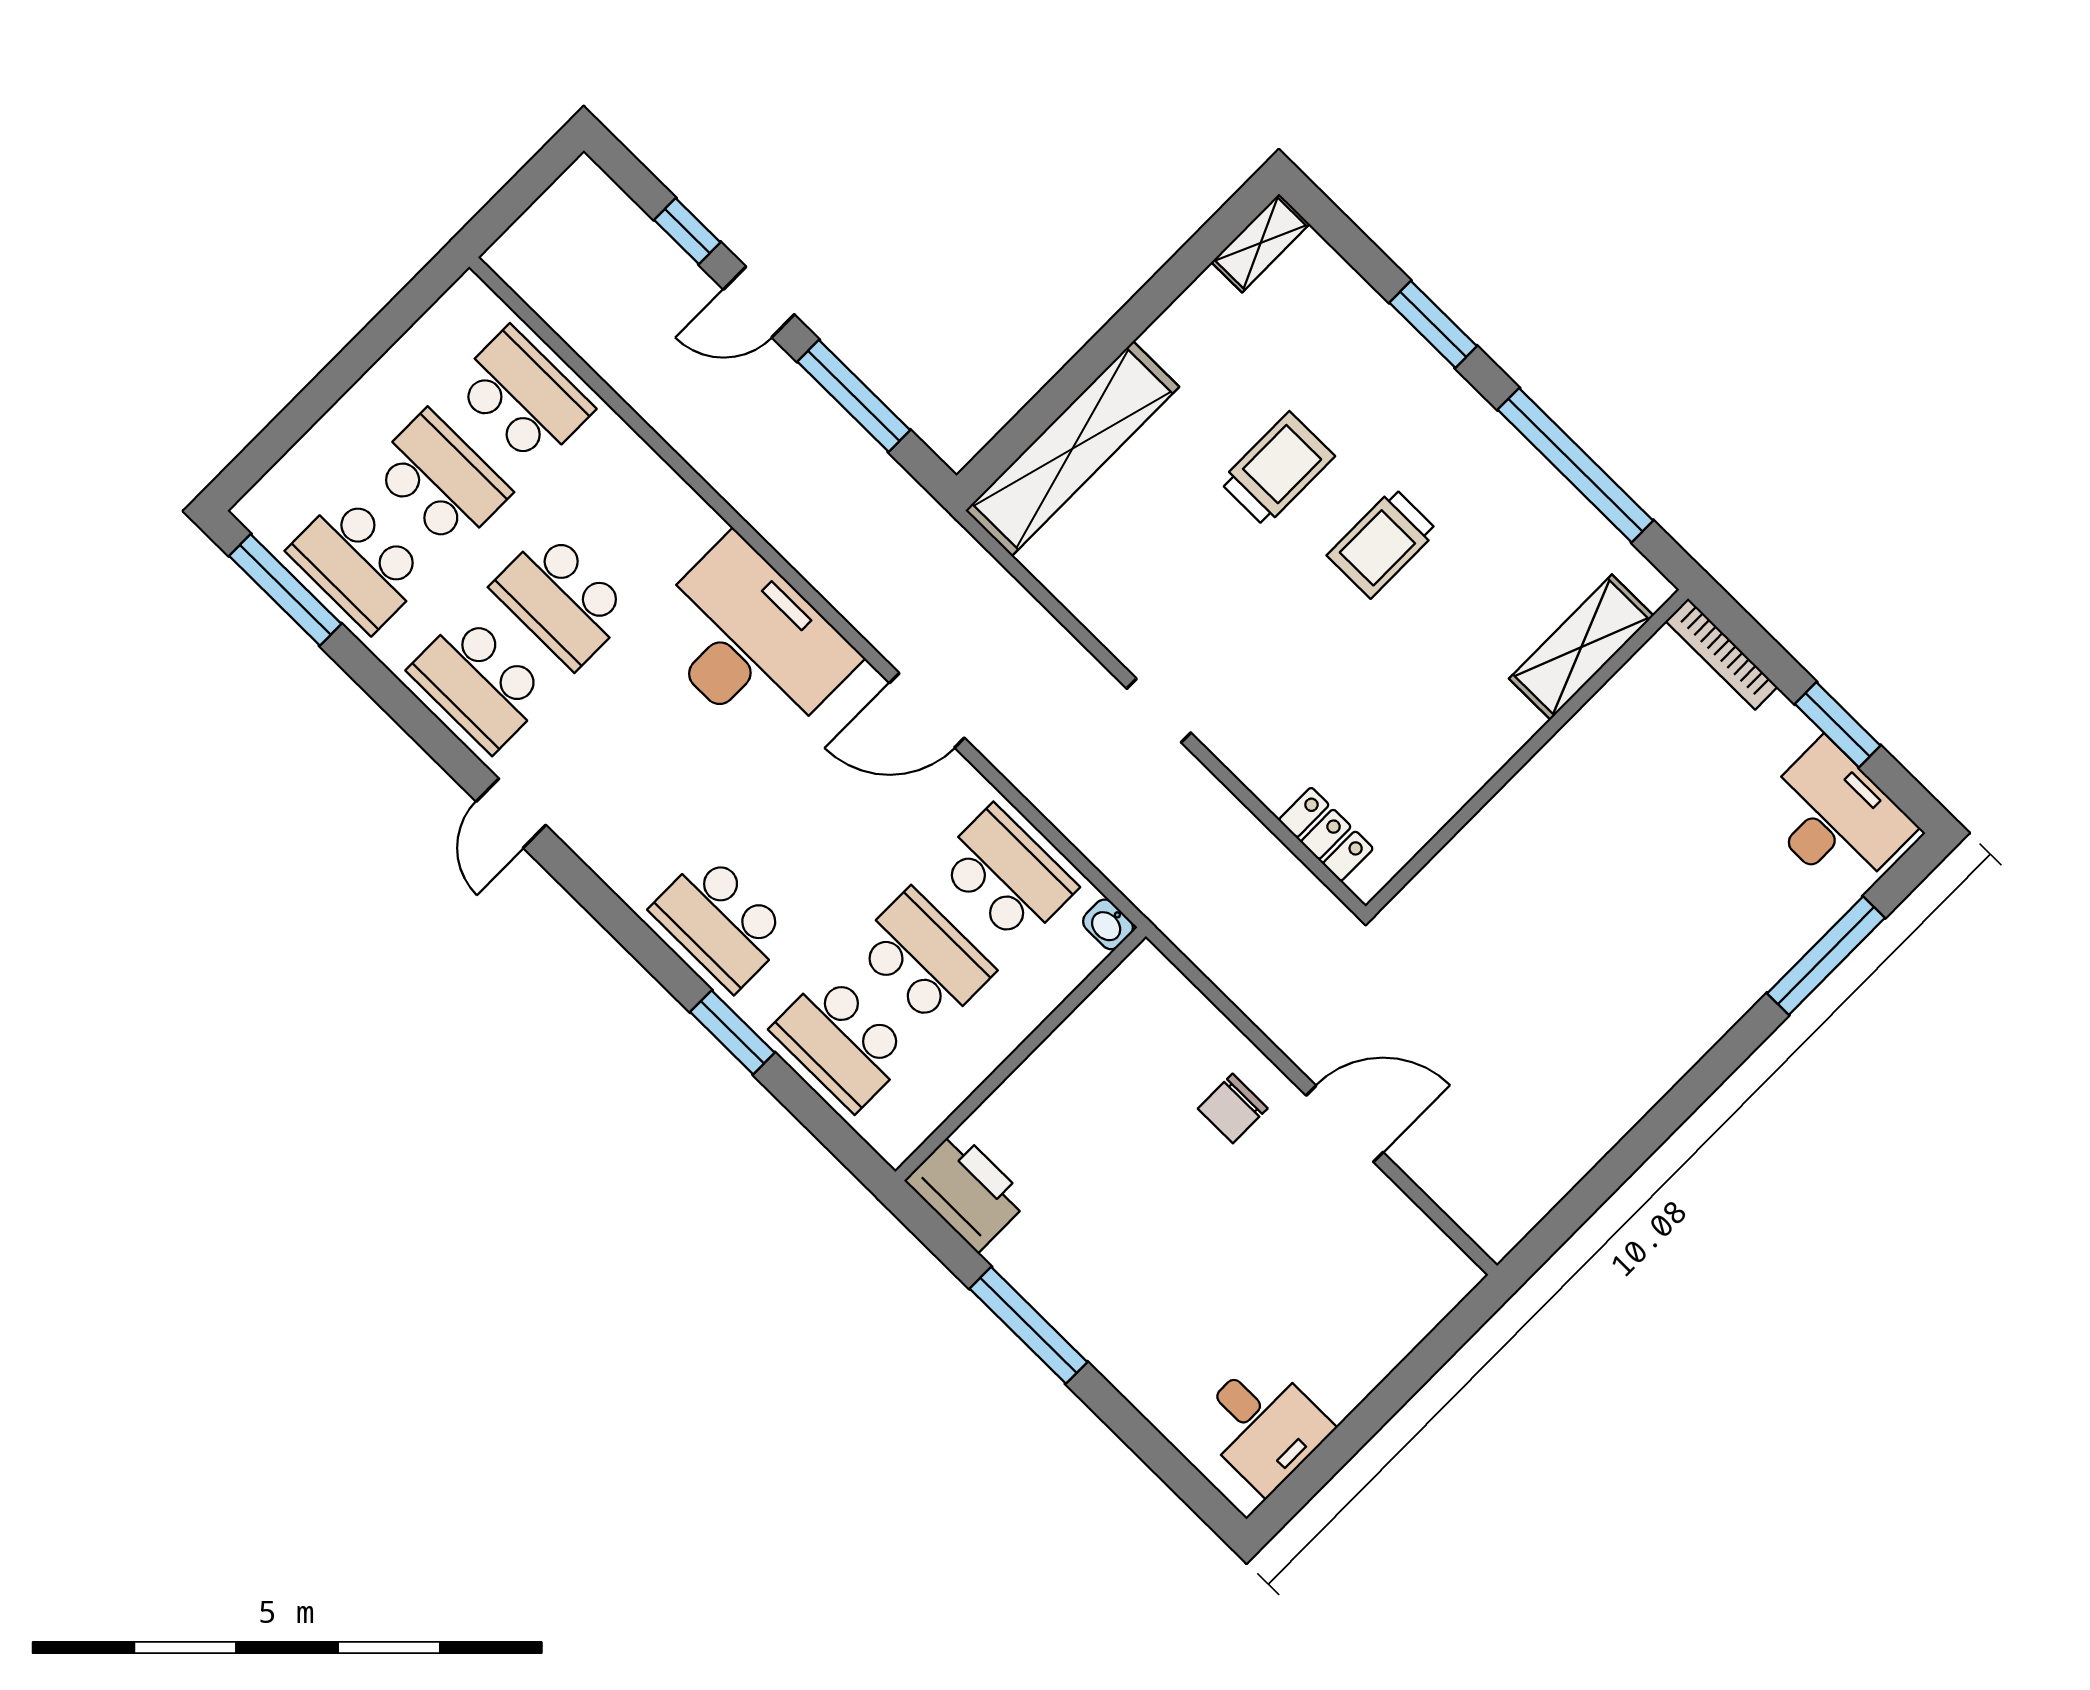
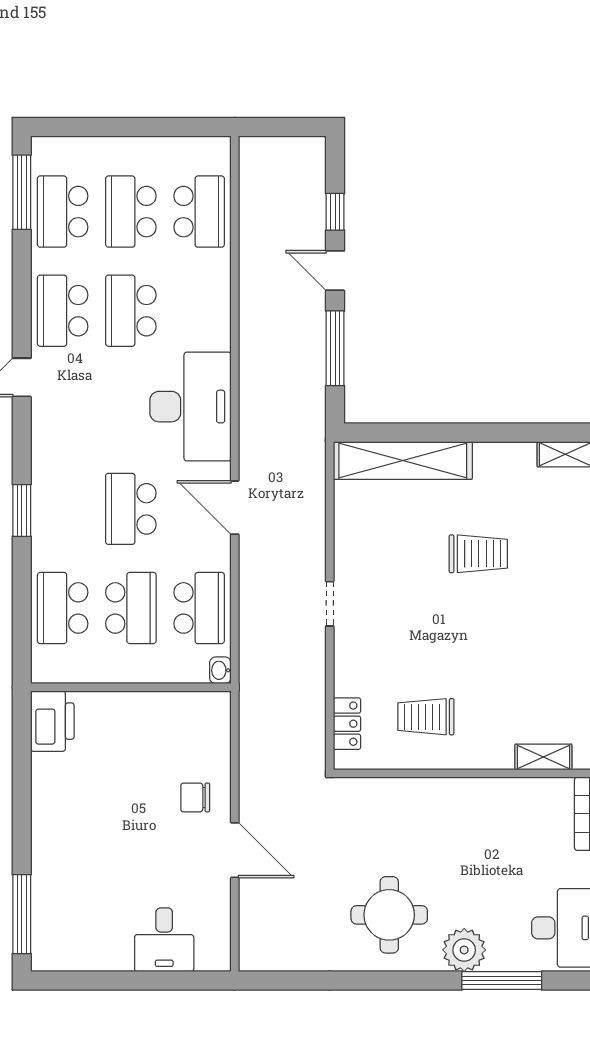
school desk: (441, 480) -> (131, 212), turned 180
trolley: (1382, 543) -> (426, 717), moved
shelving: (1581, 647) -> (543, 757), width x0.67, depth x0.75
school desk: (721, 922) -> (131, 509), moved
plant: (1743, 965) -> (464, 950), added
round table: (1610, 1014) -> (389, 915), added
window: (732, 1032) -> (22, 510), moved
window: (1029, 1325) -> (22, 914), moved
desk: (1263, 1425) -> (164, 940), moved

